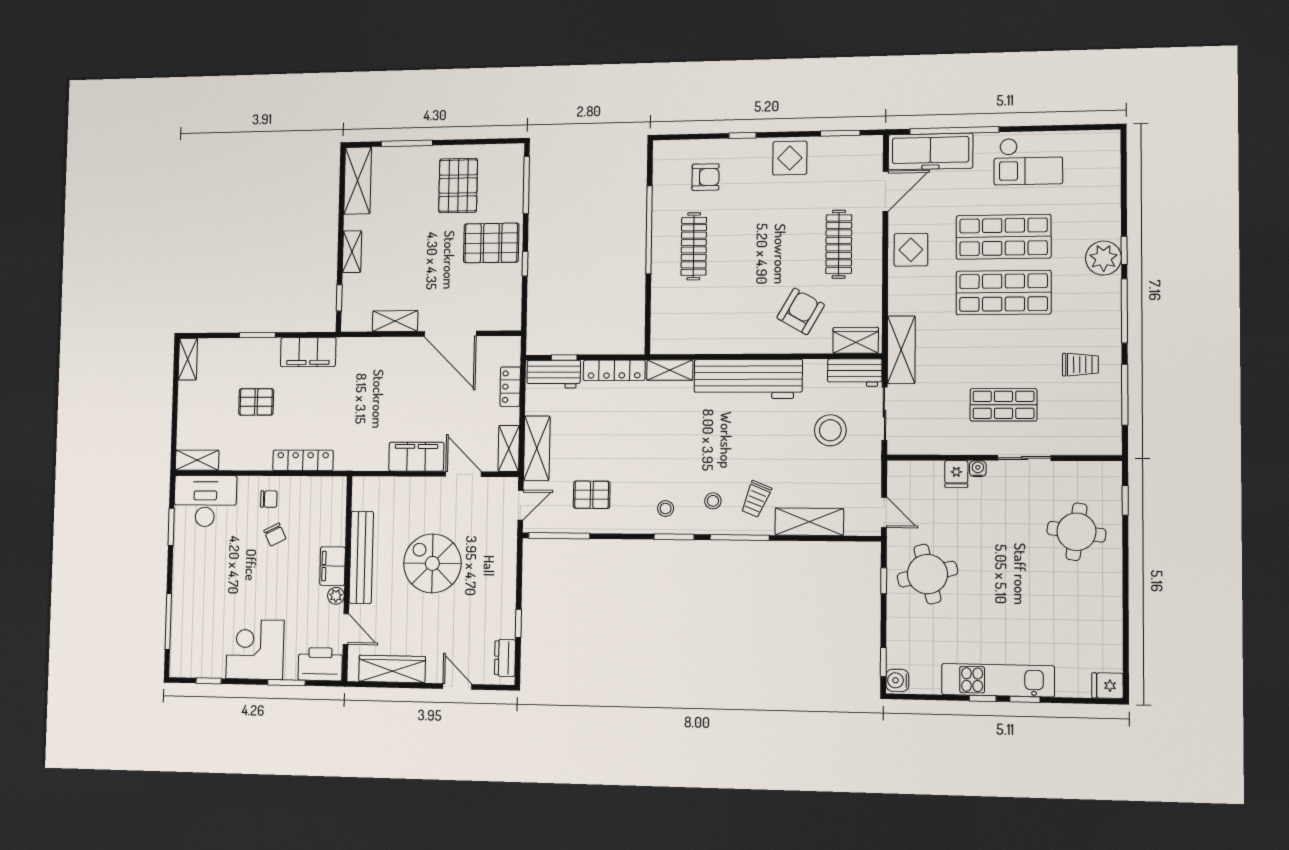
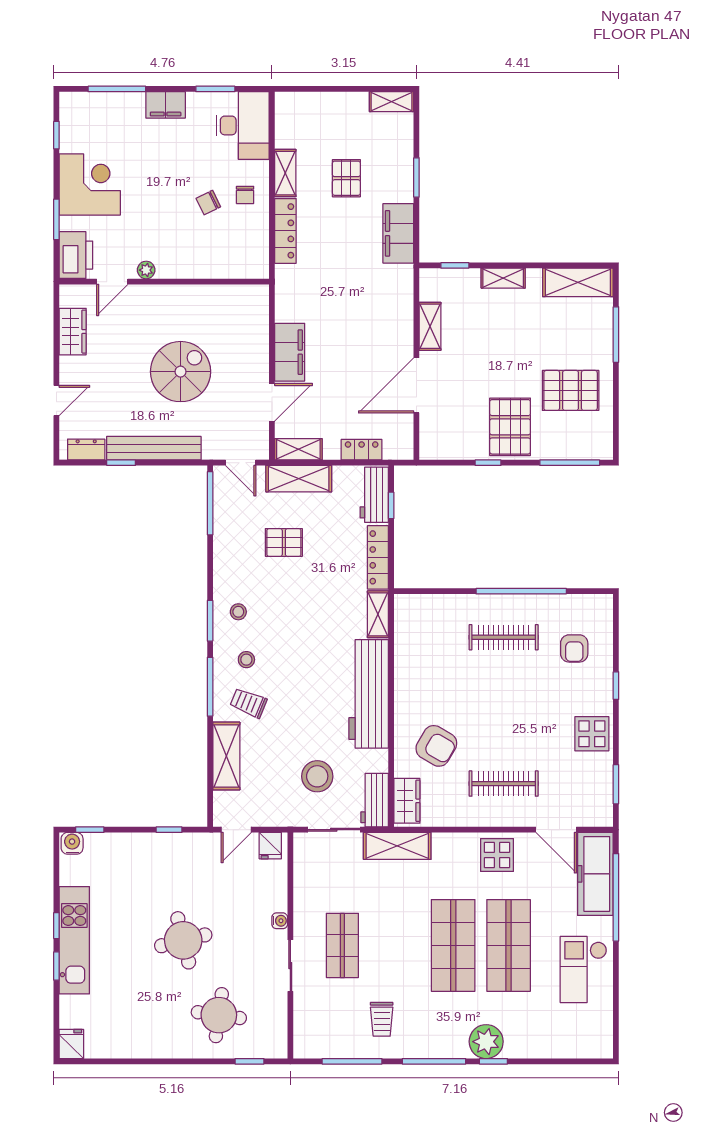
shelving: (197, 460) -> (285, 173), moved
fridge: (956, 474) -> (270, 846), moved, turned -90
pallet: (592, 495) -> (284, 542), moved, turned 90
bench: (361, 557) -> (154, 448), moved
filing cabinet: (333, 566) -> (166, 105), moved, turned 180
round table: (927, 574) -> (183, 940), moved
wardrobe: (392, 669) -> (73, 332), width x0.67

